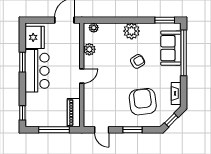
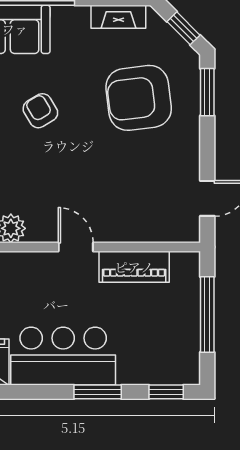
window: (22, 62) -> (98, 392), moved
piano: (74, 113) -> (134, 267), moved
window: (133, 130) -> (207, 92), moved

